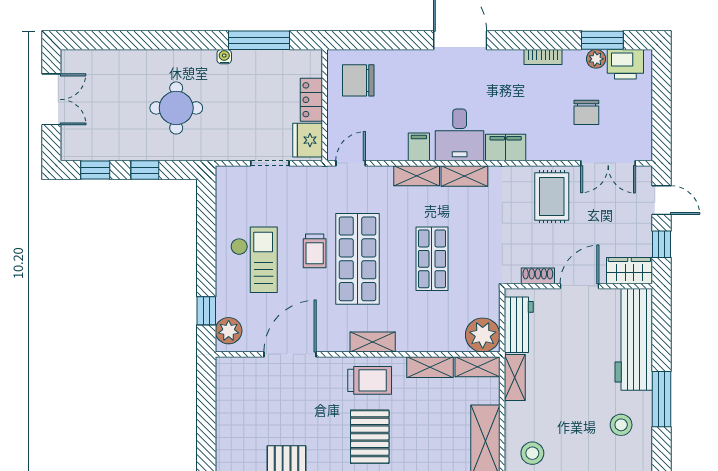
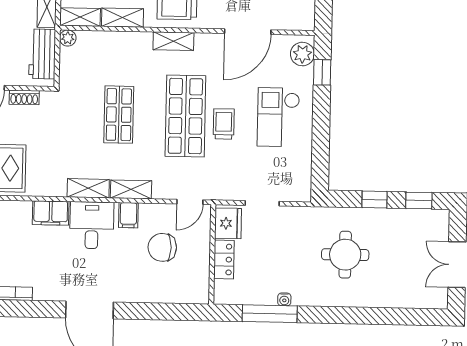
water cooler: (224, 57) -> (284, 299), moved
chair: (358, 80) -> (162, 247), moved, turned 180
plant: (483, 335) -> (68, 38), width x0.53, depth x0.53

